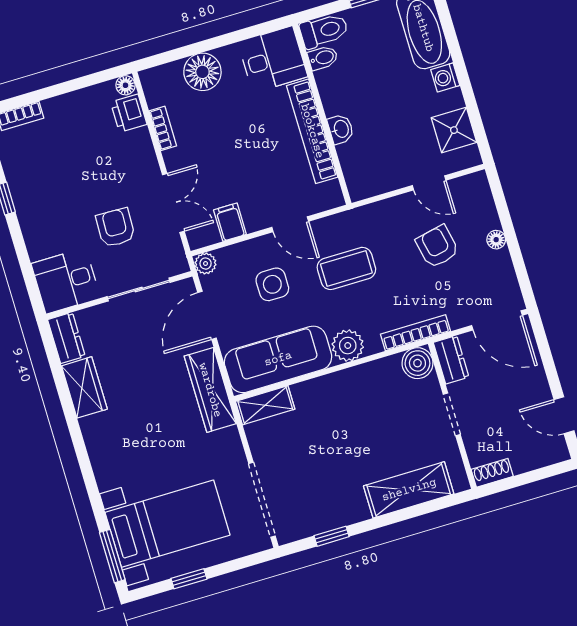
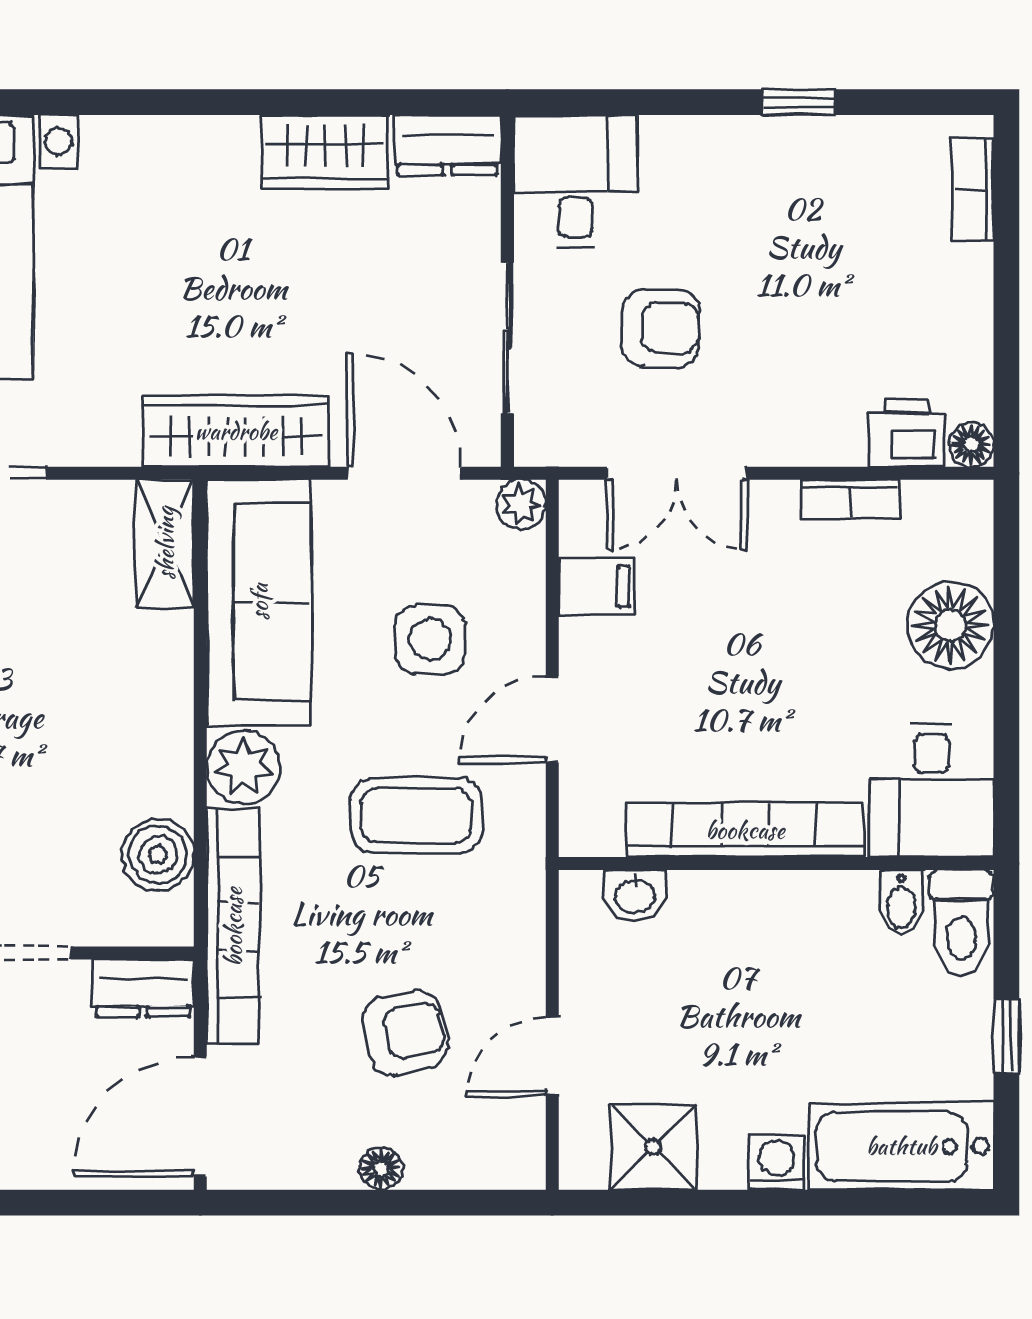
washbasin: (341, 129) -> (635, 895), moved
coffee table: (346, 268) -> (416, 815), turned 90
bookcase: (415, 333) -> (233, 927), width x1.48, depth x1.31
boiler: (417, 363) -> (158, 855), moved

